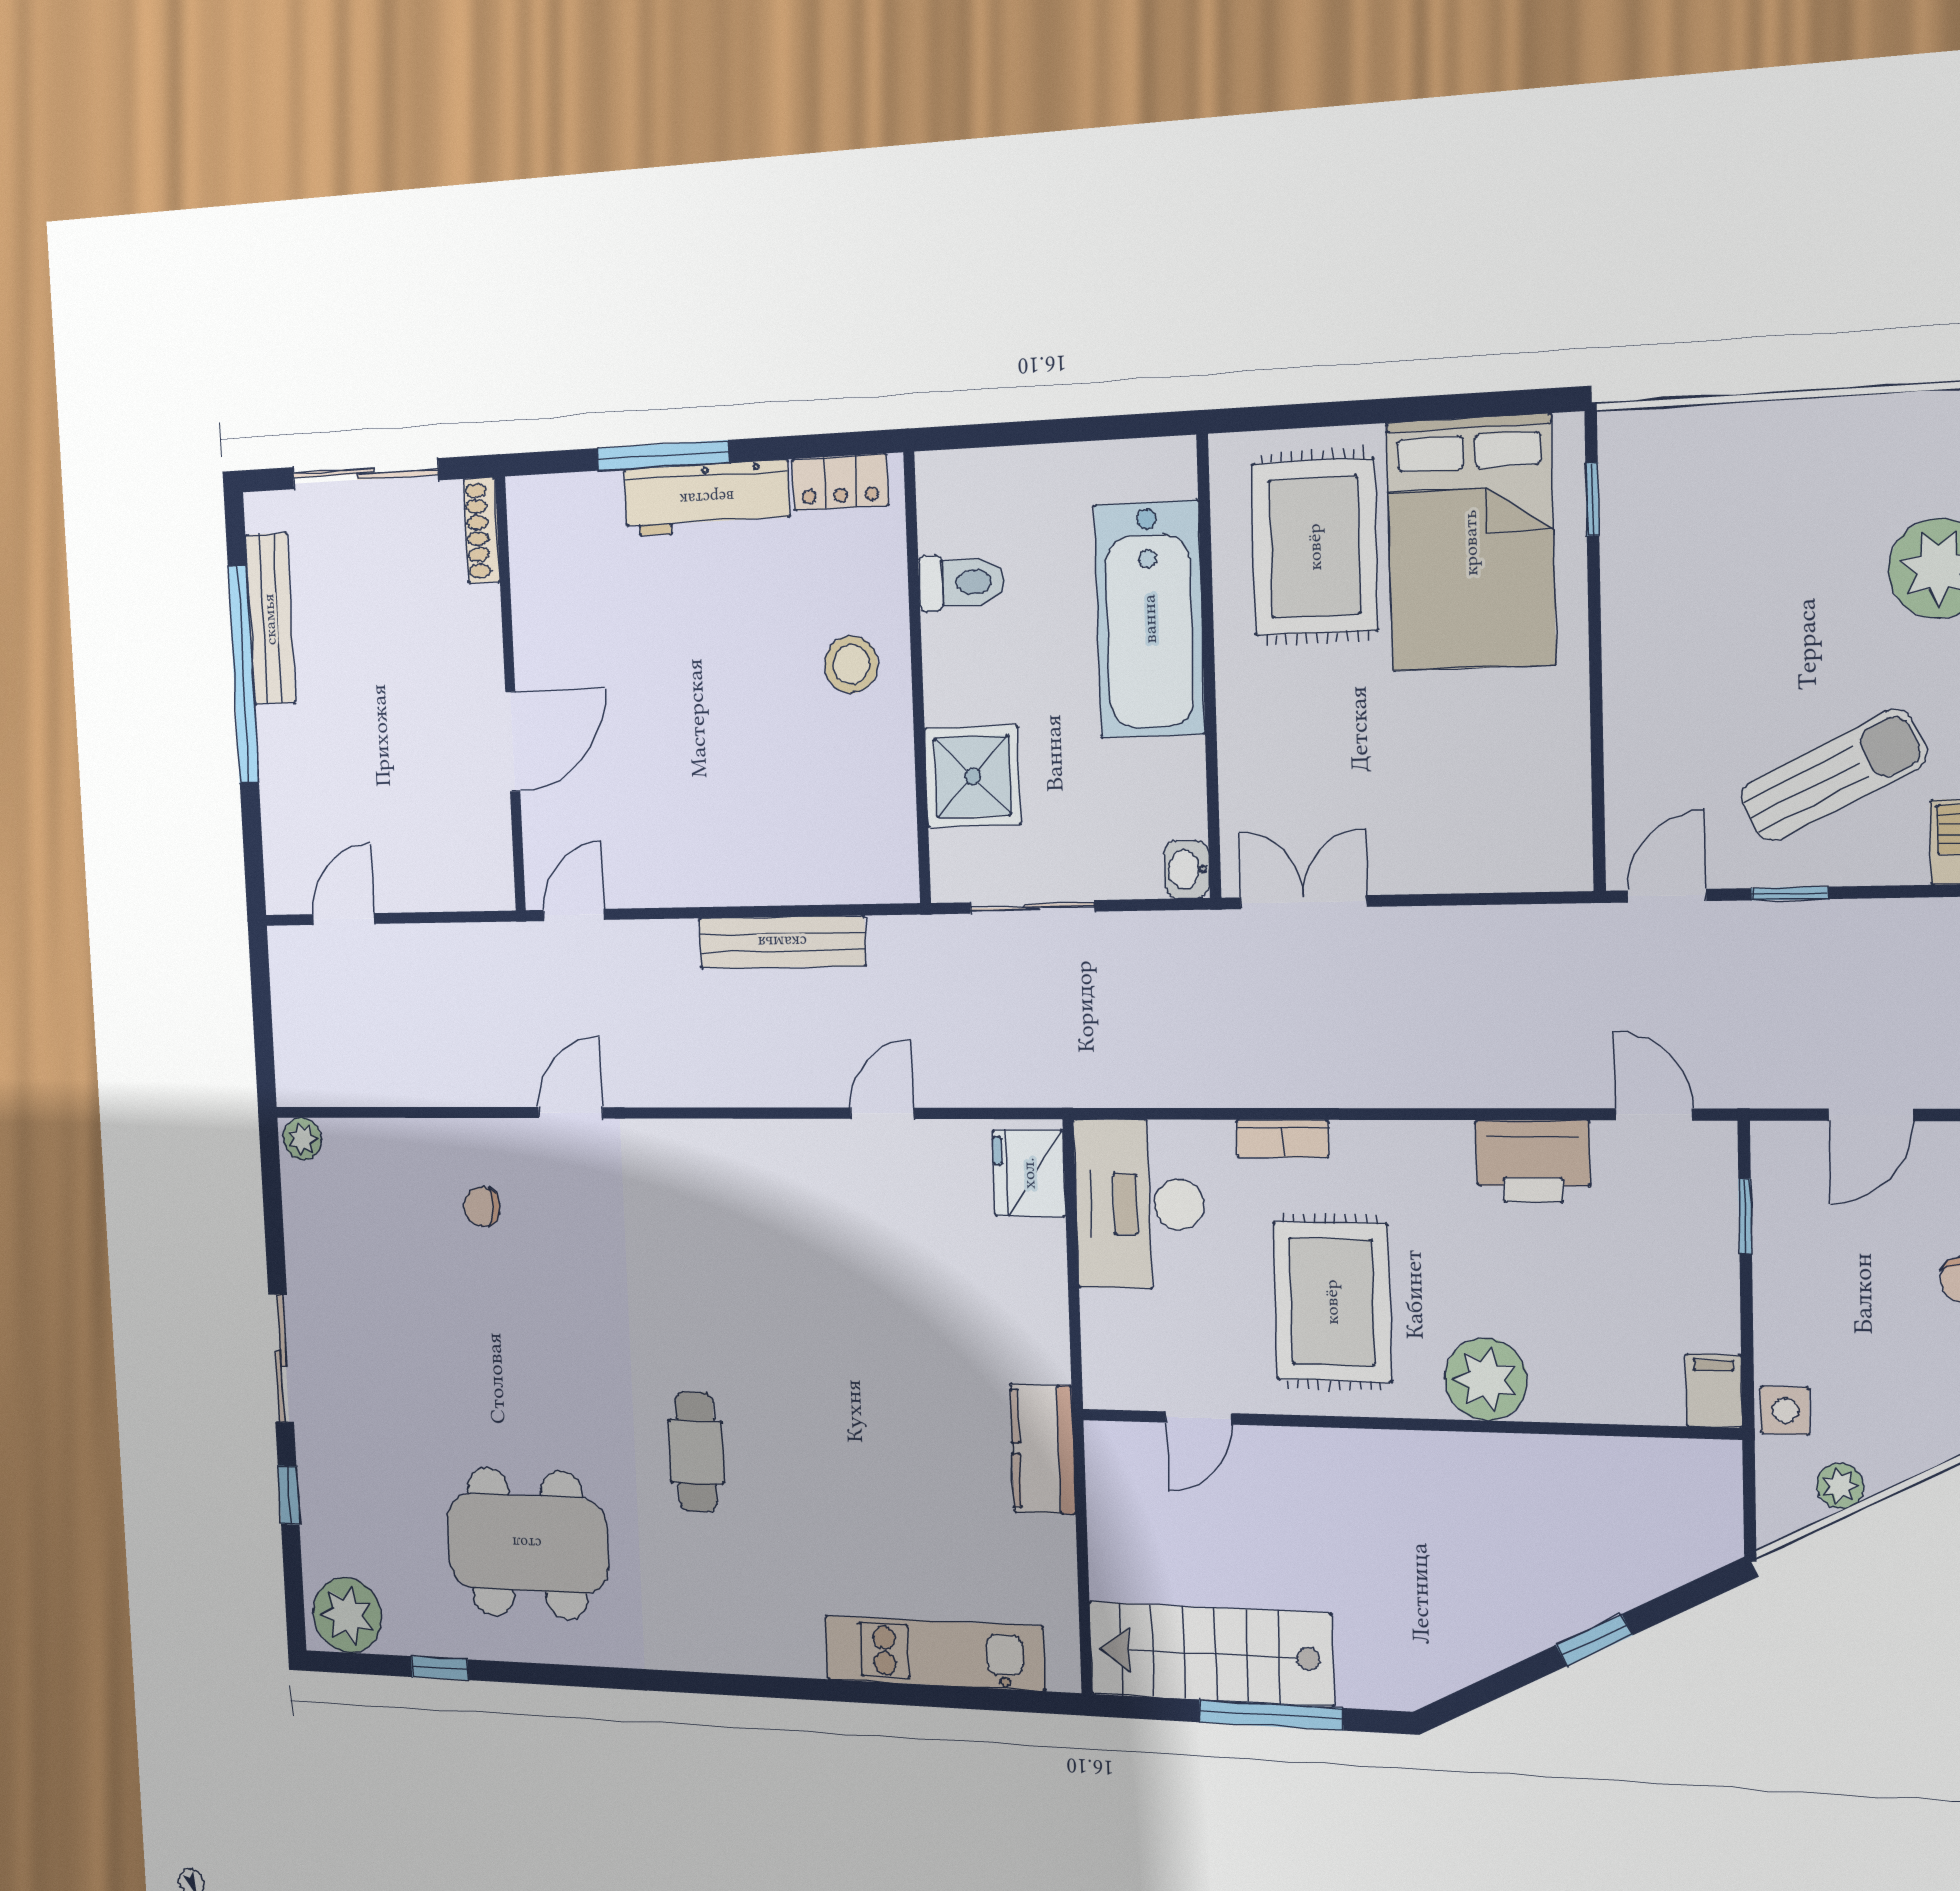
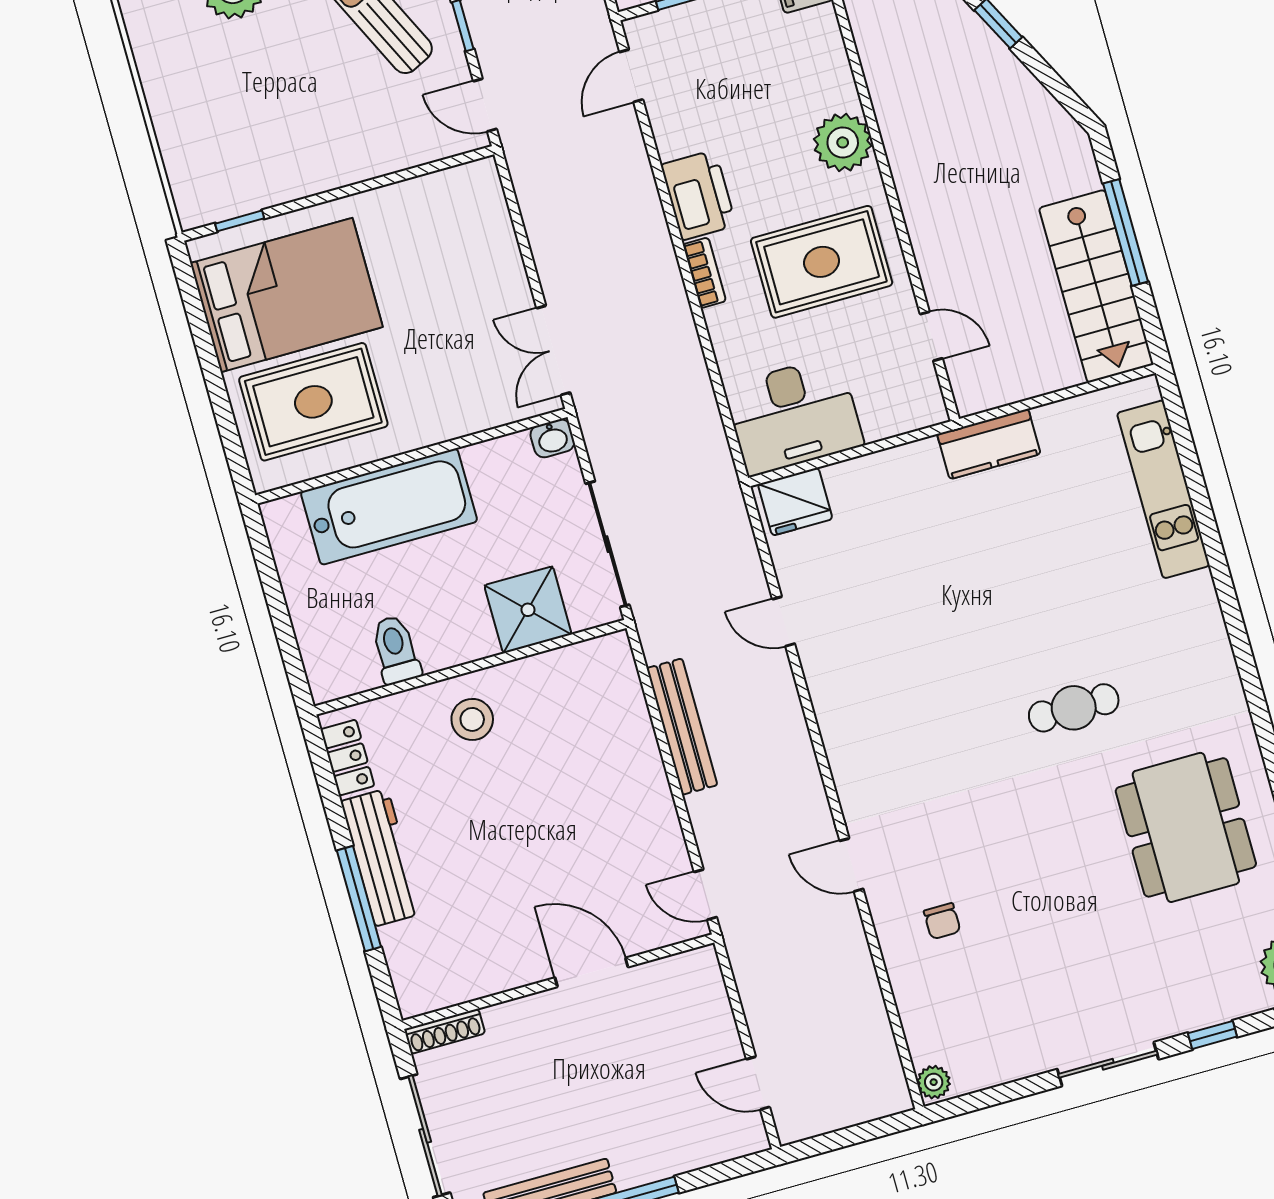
sliding door: (1032, 907) -> (608, 544), width x1.37
bookcase: (1283, 1139) -> (704, 273), moved
printer: (1533, 1161) -> (698, 195), moved

